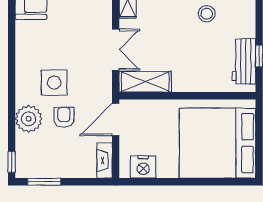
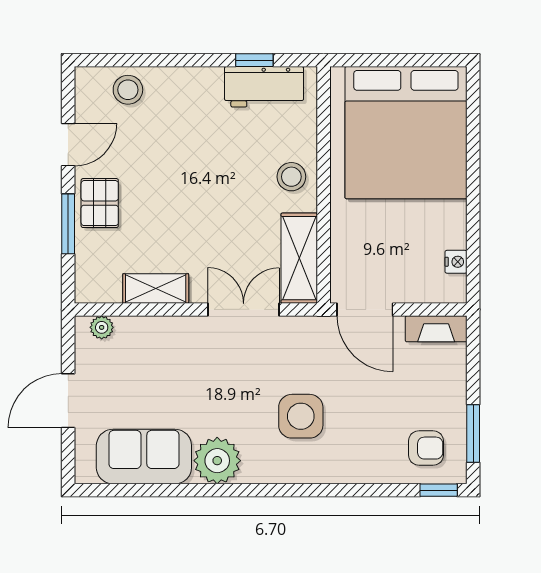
stool: (207, 14) -> (291, 177), moved
armchair: (64, 117) -> (426, 448), moved, turned 180
plant: (29, 119) -> (217, 461), moved
nightstand: (143, 167) -> (456, 262), width x0.53, depth x0.56

